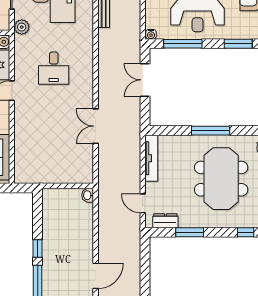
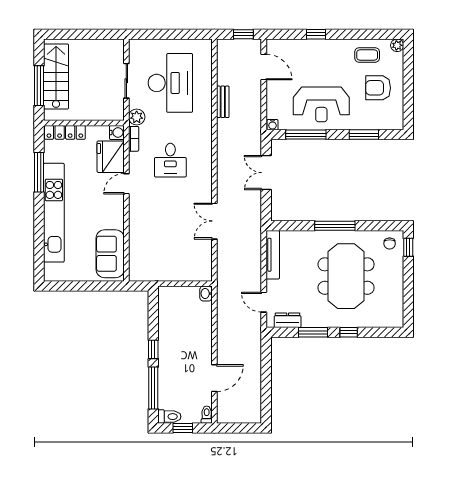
bookcase: (19, 48) -> (134, 139), added
window: (246, 232) -> (349, 332), moved

